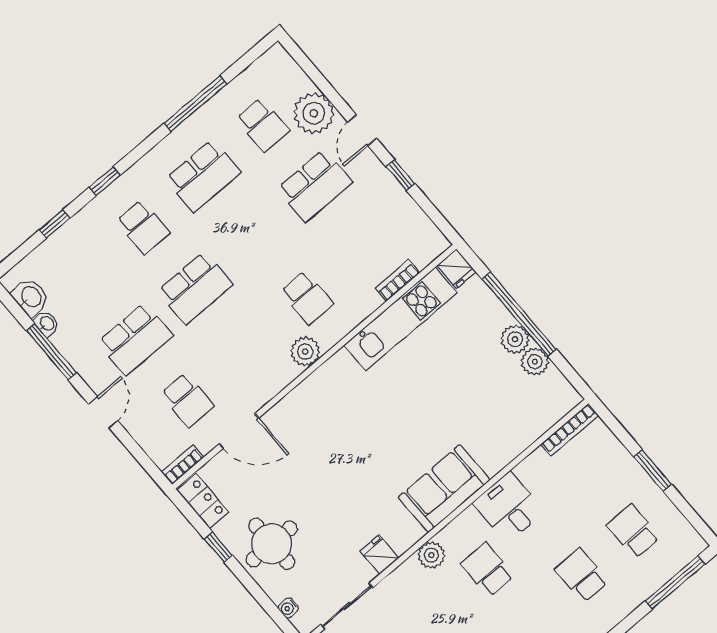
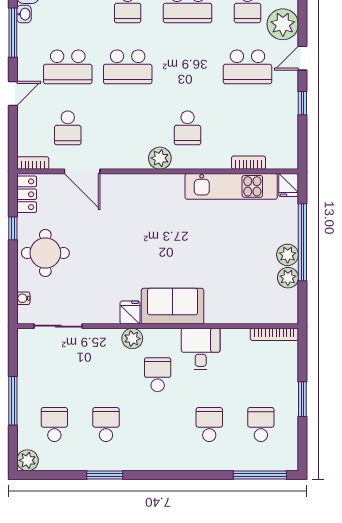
fridge: (379, 555) -> (130, 313), moved

